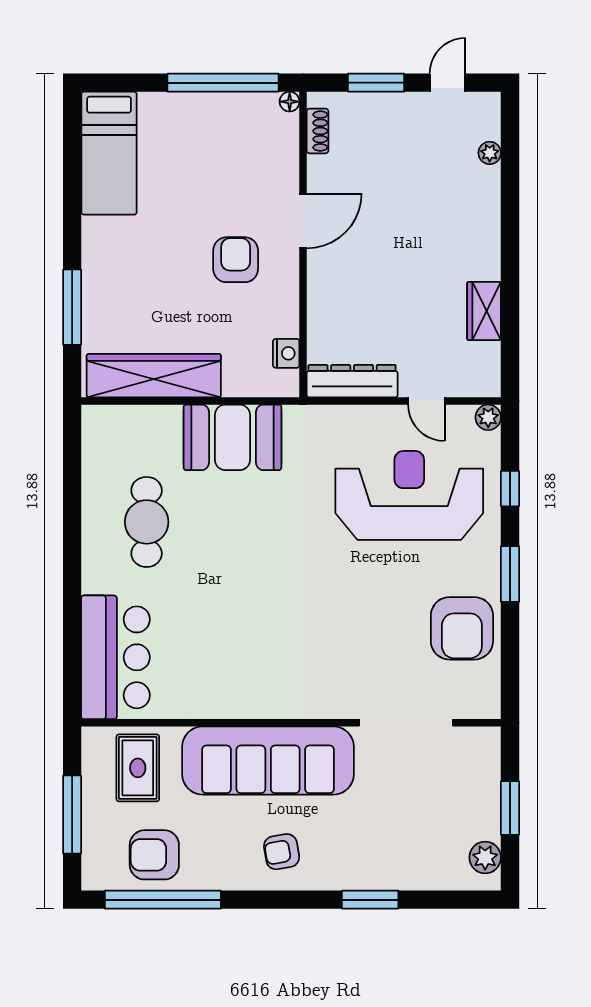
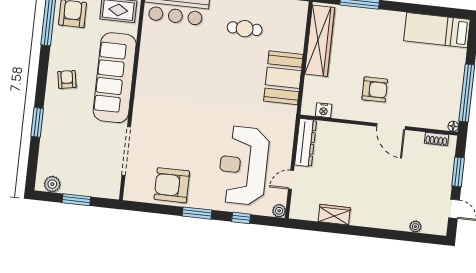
reception desk: (409, 495) -> (243, 166), turned 180
cafe table: (147, 522) -> (245, 29), width x0.73, depth x0.74

